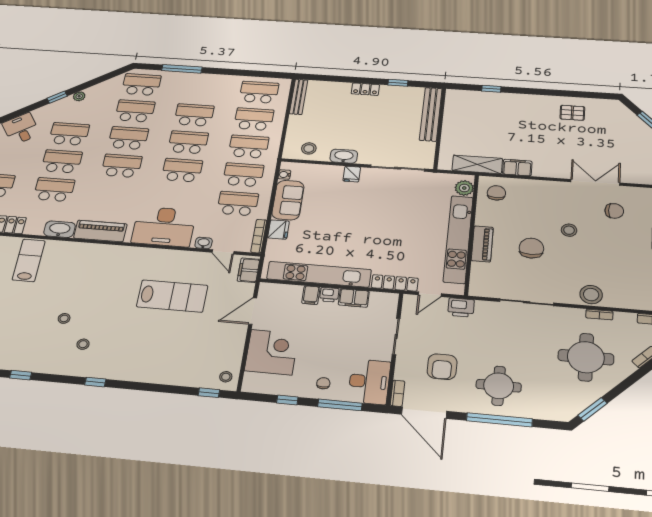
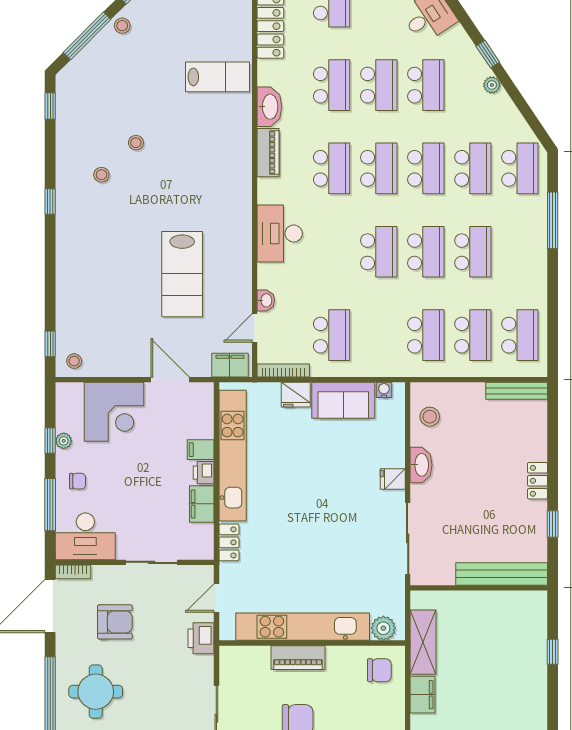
school desk: (243, 175) -> (332, 168), moved
desk: (164, 227) -> (280, 233), width x0.73, depth x0.77
piano: (100, 231) -> (268, 153), width x0.73, depth x0.75
locker: (395, 283) -> (229, 542), width x0.66
door: (430, 294) -> (216, 598), hinge flipped
armchair: (442, 367) -> (115, 622), turned 180
plant: (289, 390) -> (64, 441), added

